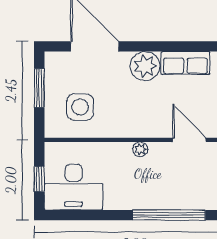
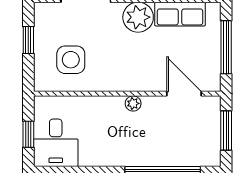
window: (39, 88) -> (28, 40), width x0.67
desk: (74, 187) -> (56, 143), width x0.73

